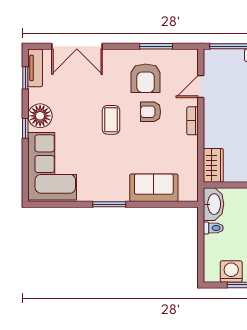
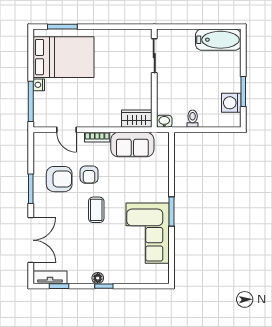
window: (156, 46) -> (31, 189), moved
floor lamp: (40, 116) -> (98, 278), width x0.53, depth x0.53
coffee table: (111, 120) -> (96, 210), turned 90
corner sofa: (52, 166) -> (148, 233), moved, turned -90
sofa: (154, 188) -> (132, 145), moved, turned -90
washbasin: (214, 204) -> (164, 121), width x0.52, depth x0.69

